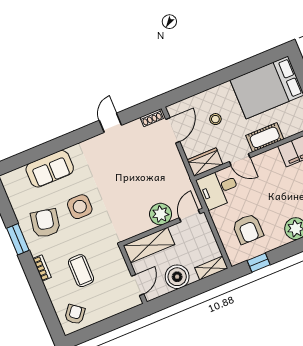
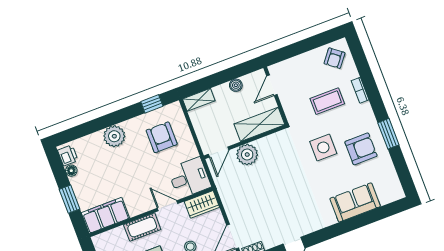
side table: (80, 207) -> (323, 147), moved
armchair: (45, 223) -> (361, 149), turned -101
bookcase: (42, 268) -> (360, 90), moved
coffee table: (81, 271) -> (327, 101), turned 90
boiler: (177, 277) -> (236, 85), width x0.54, depth x0.54

